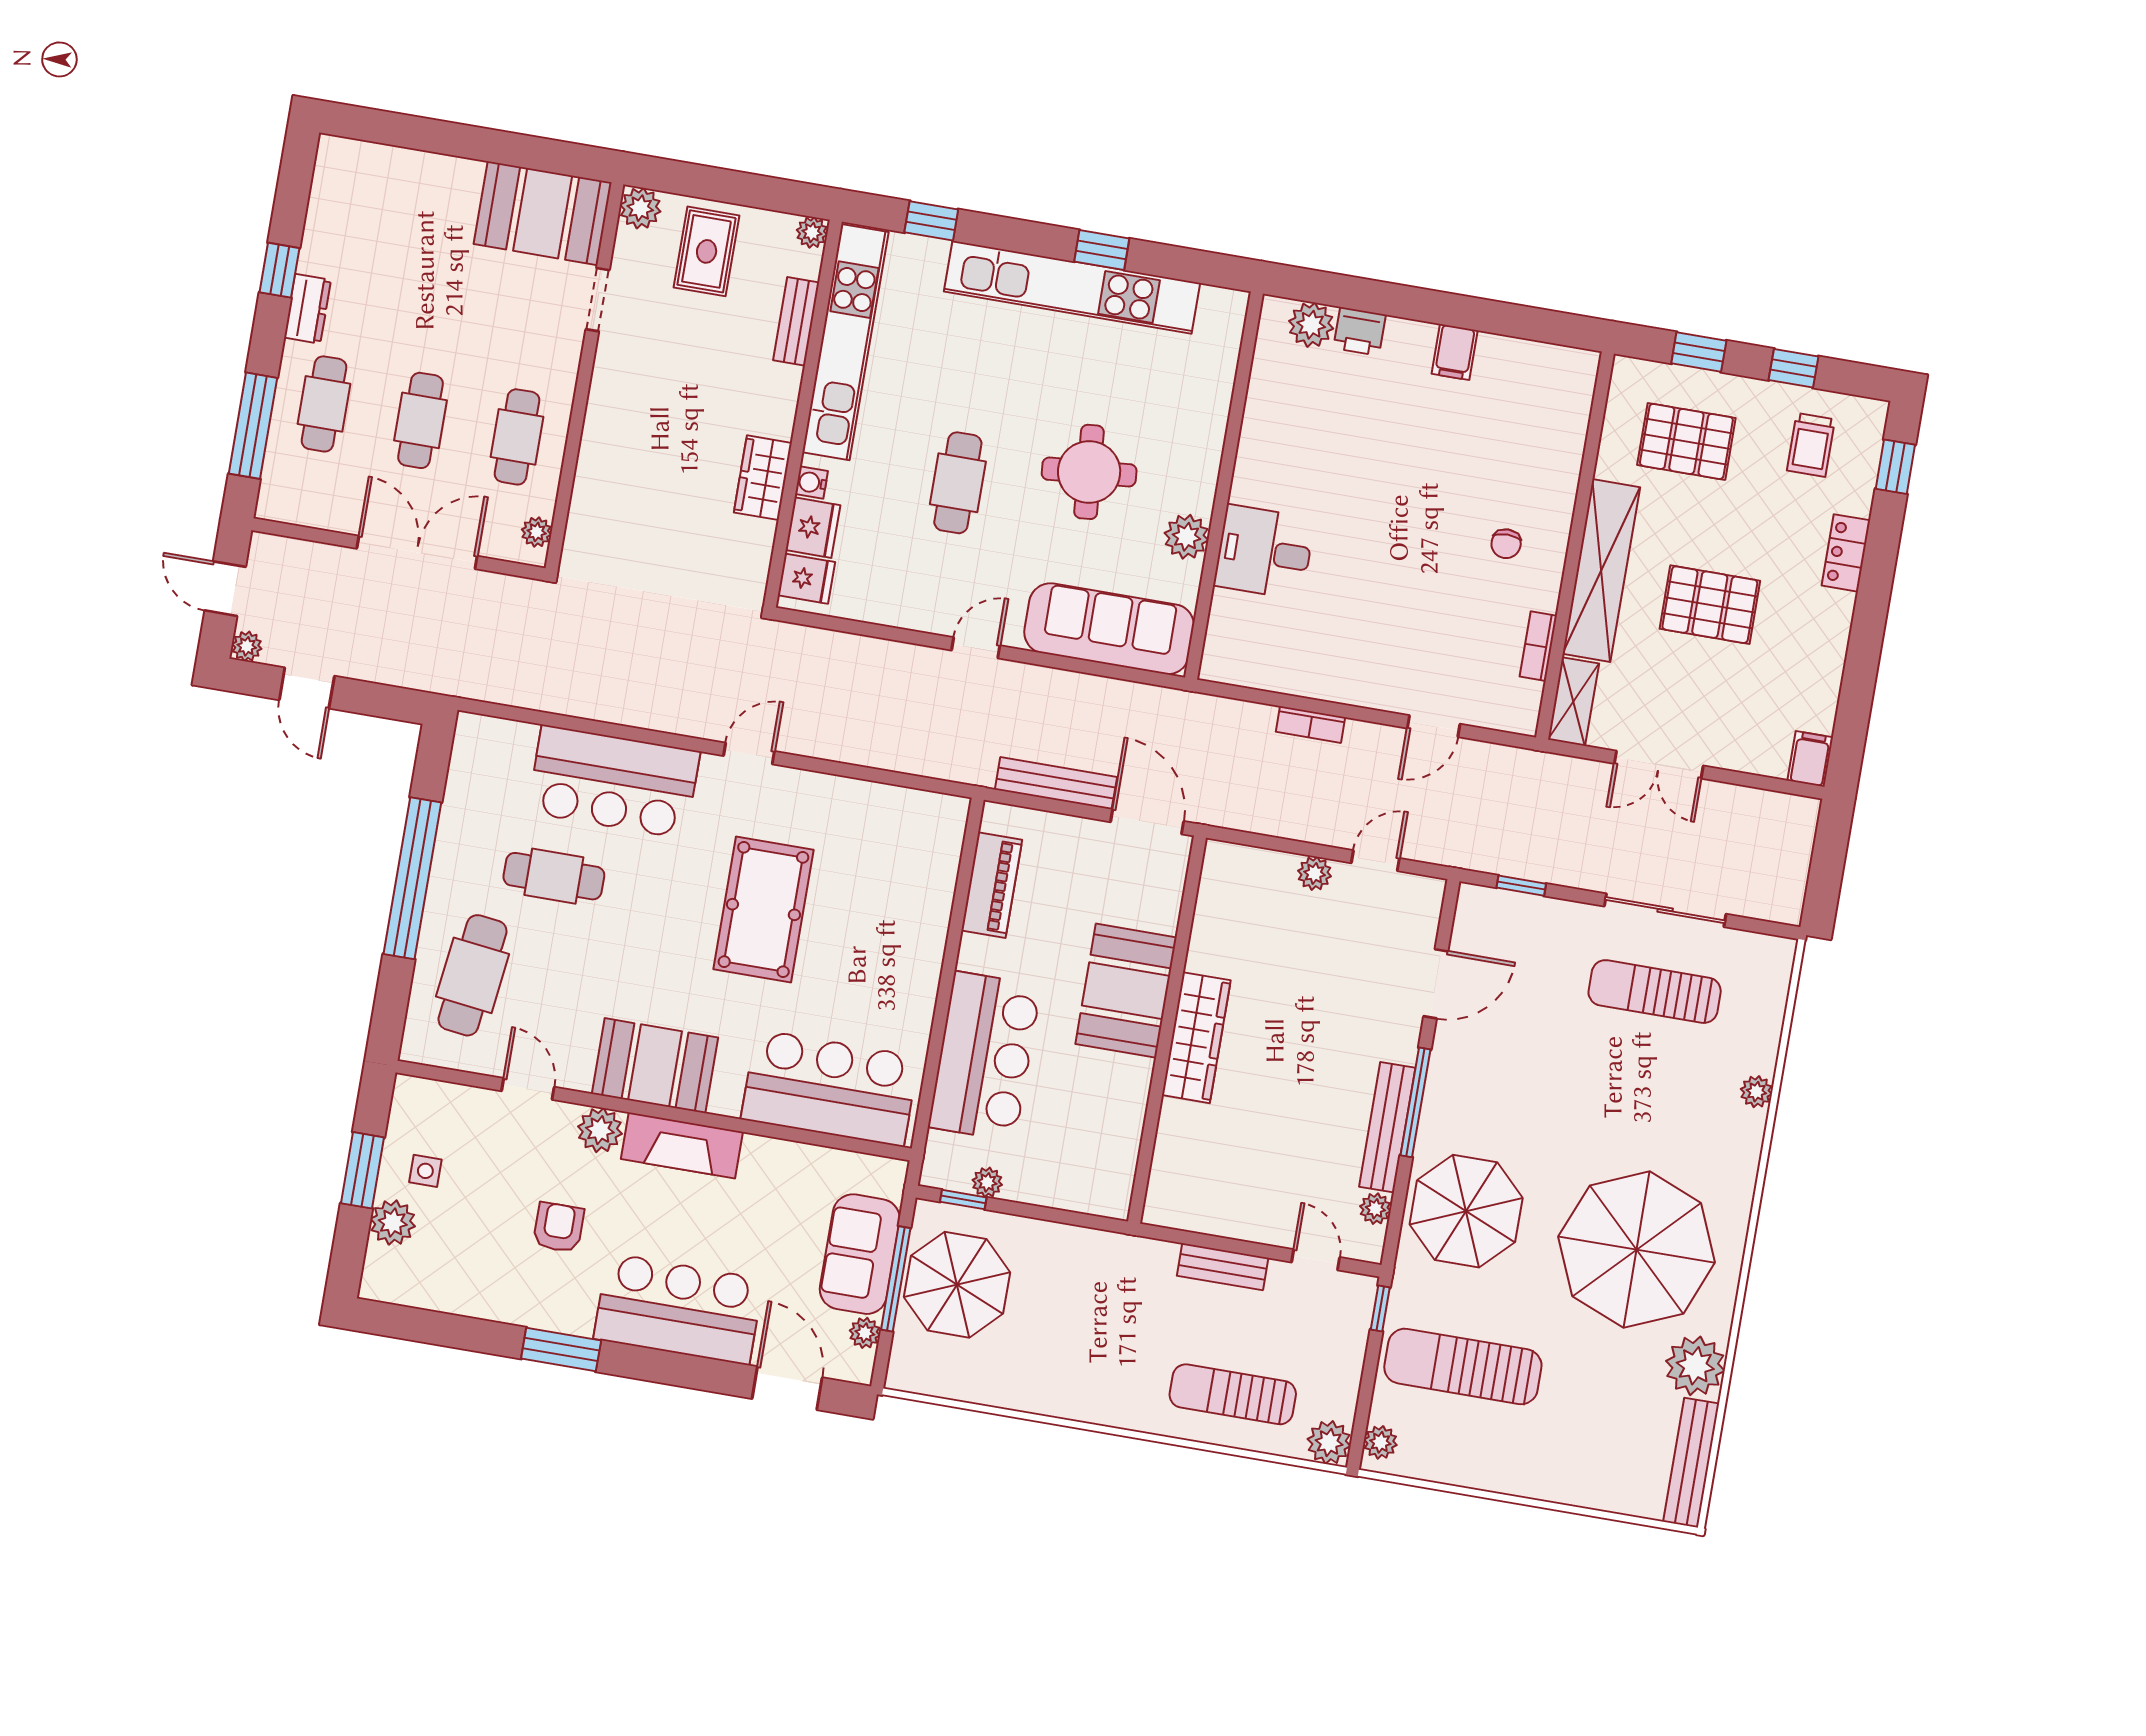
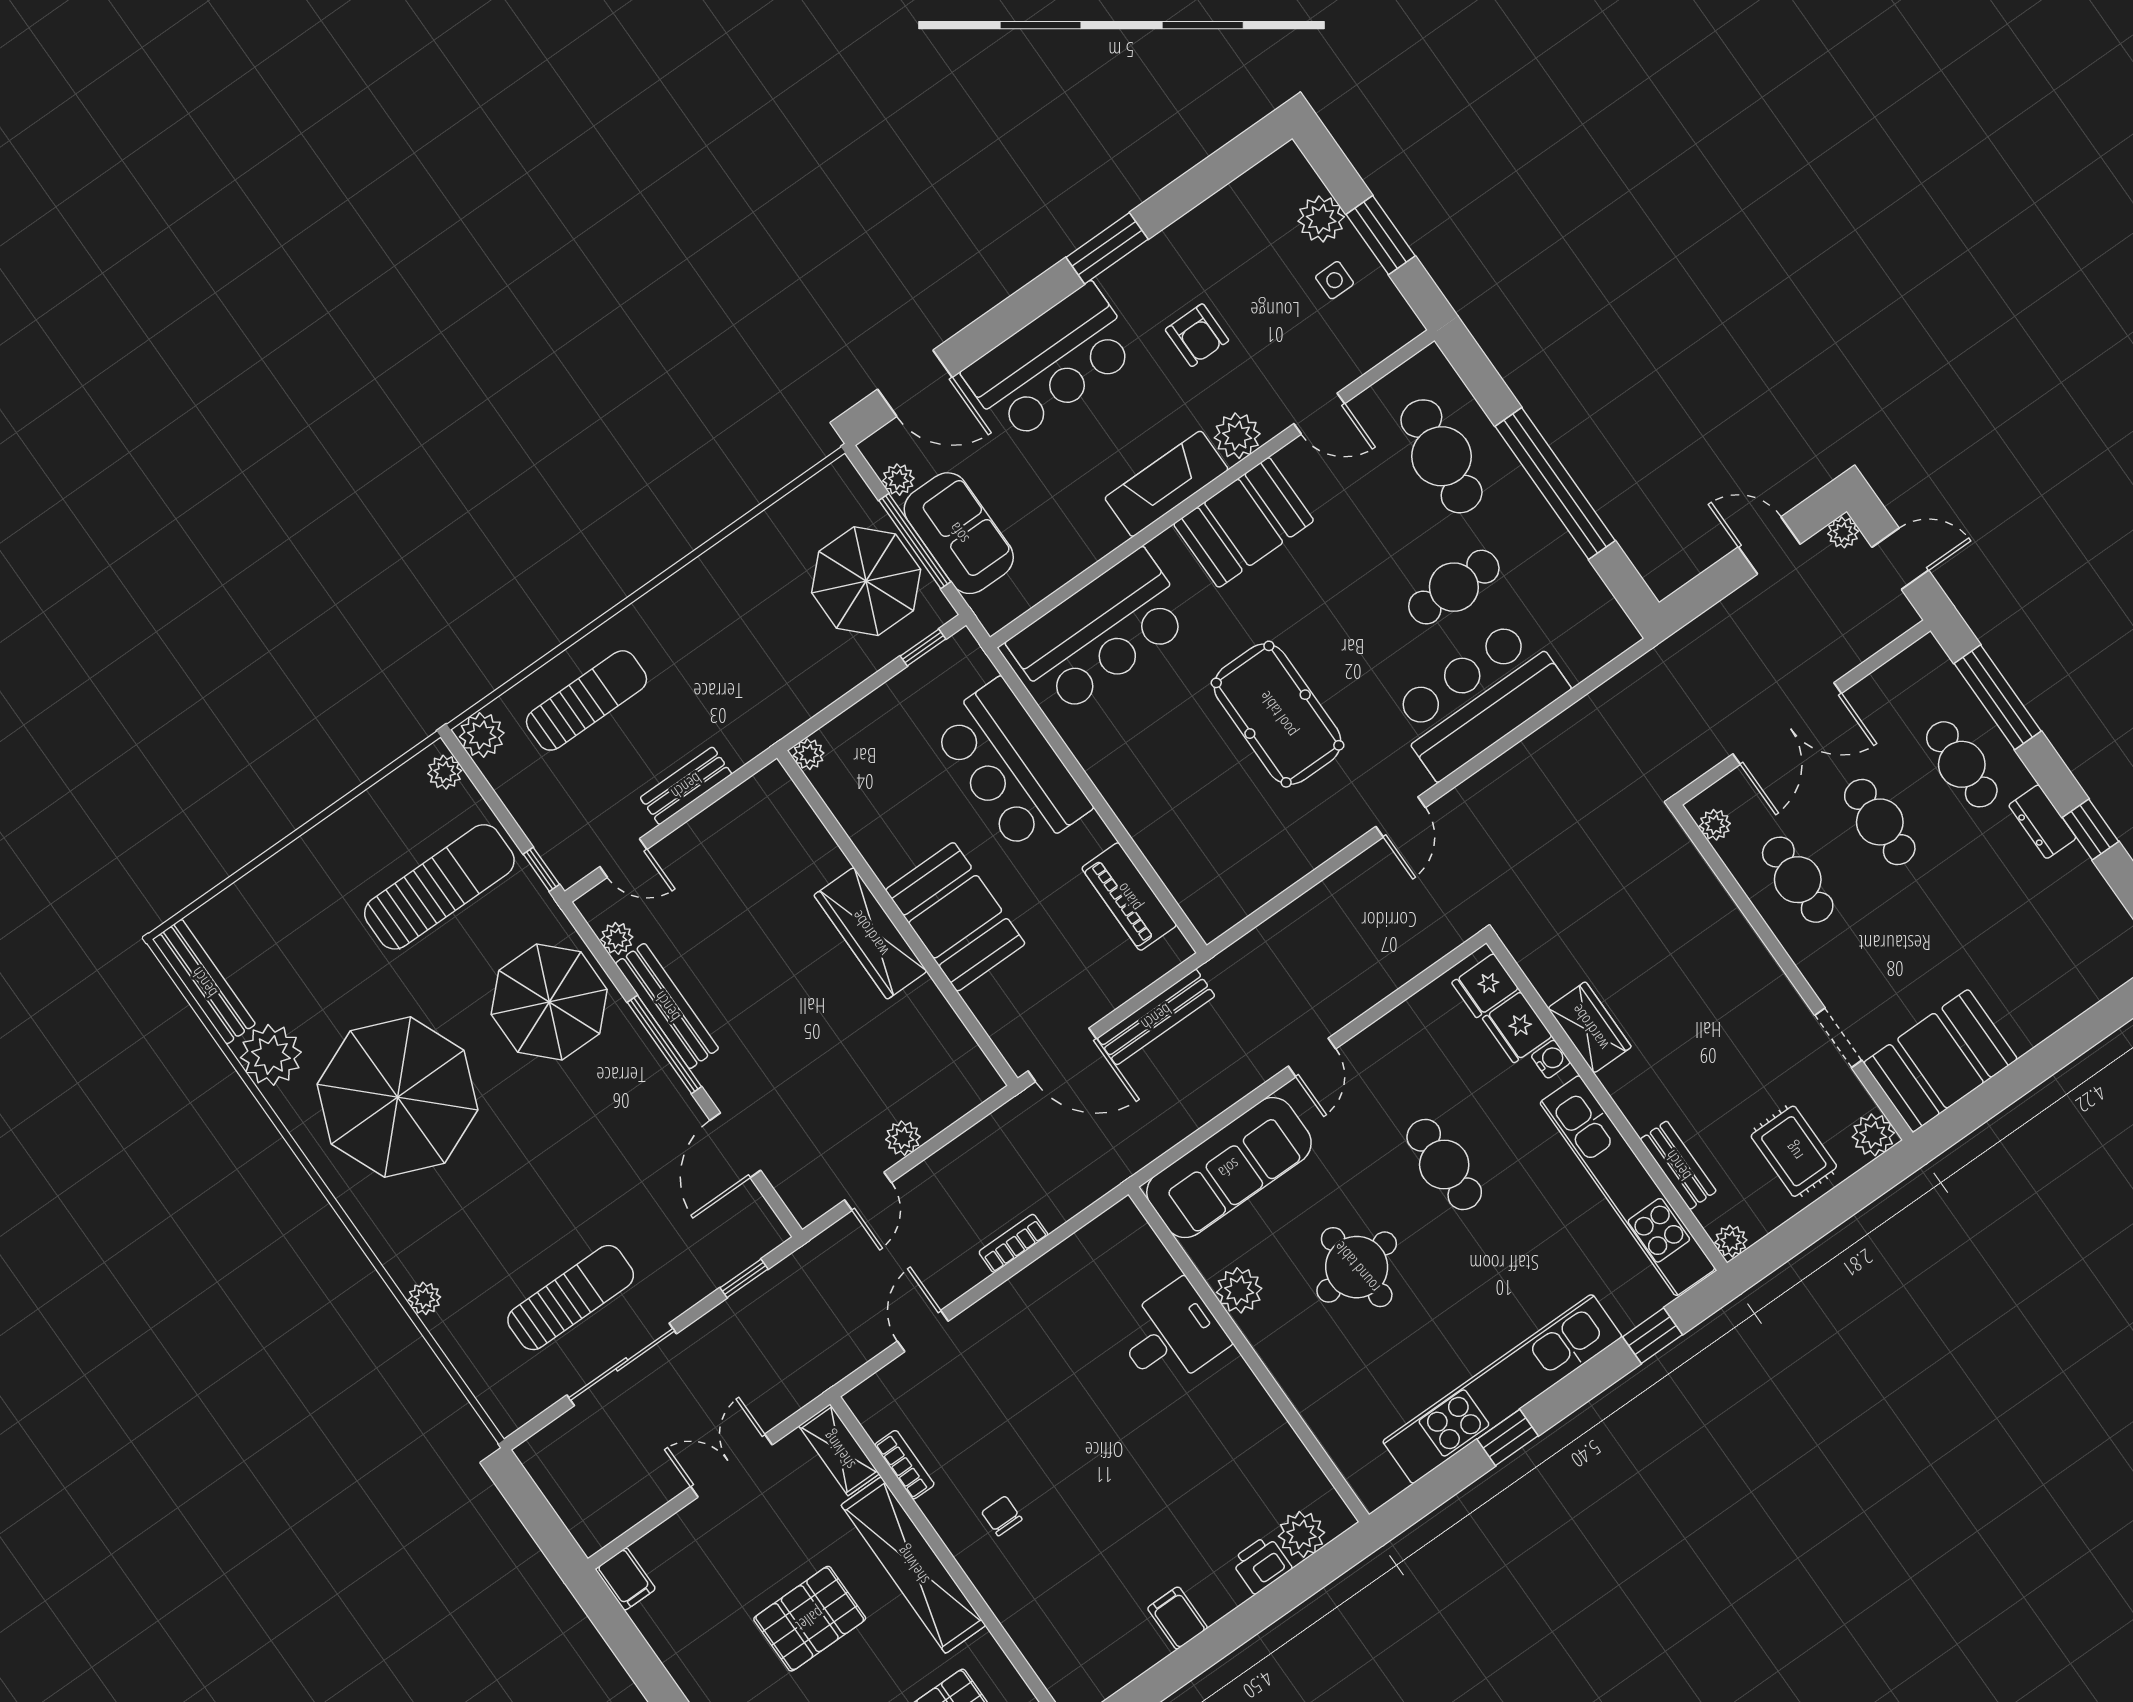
plant: (987, 1182) -> (809, 754), moved

